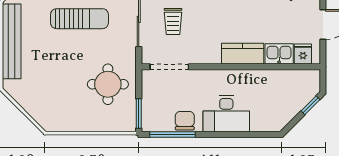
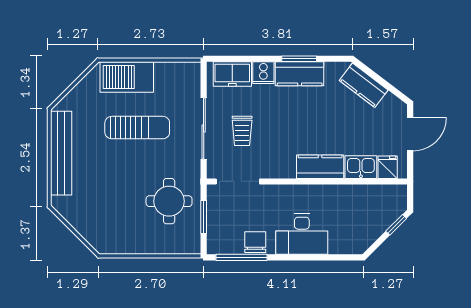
window: (139, 113) -> (204, 217), moved

